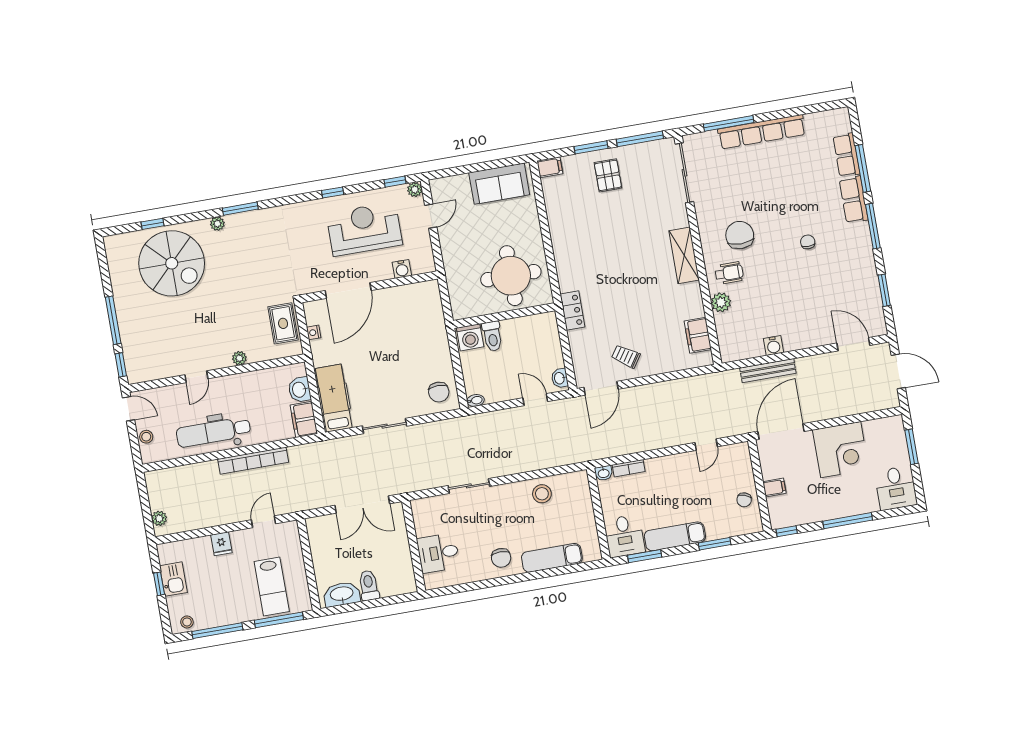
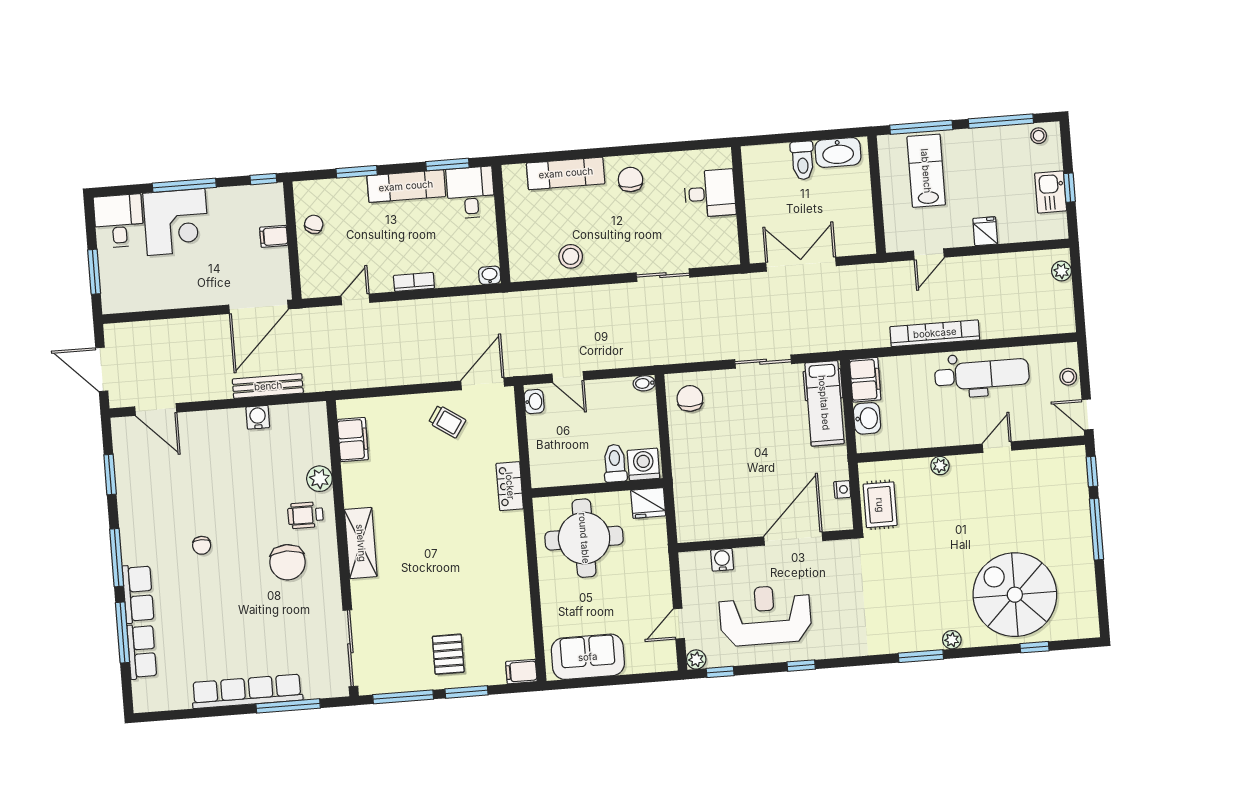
reception desk: (364, 229) -> (765, 615), turned 180
fridge: (464, 308) -> (648, 503), added
corner desk: (841, 450) -> (176, 222), moved, turned 180
bookcase: (629, 468) -> (414, 282), moved

